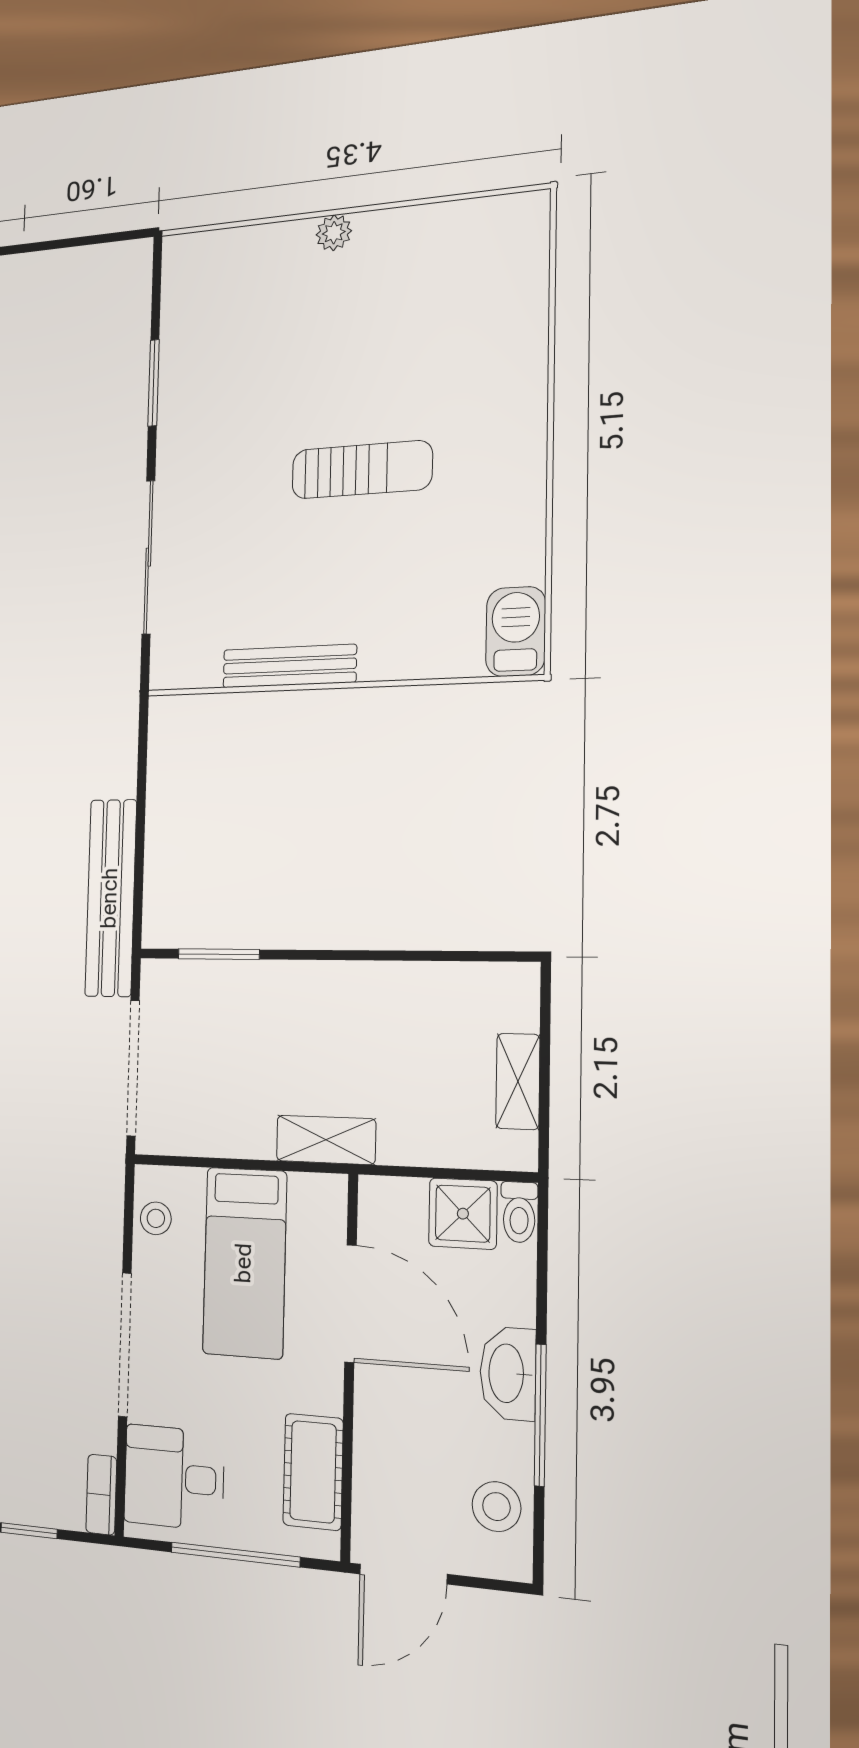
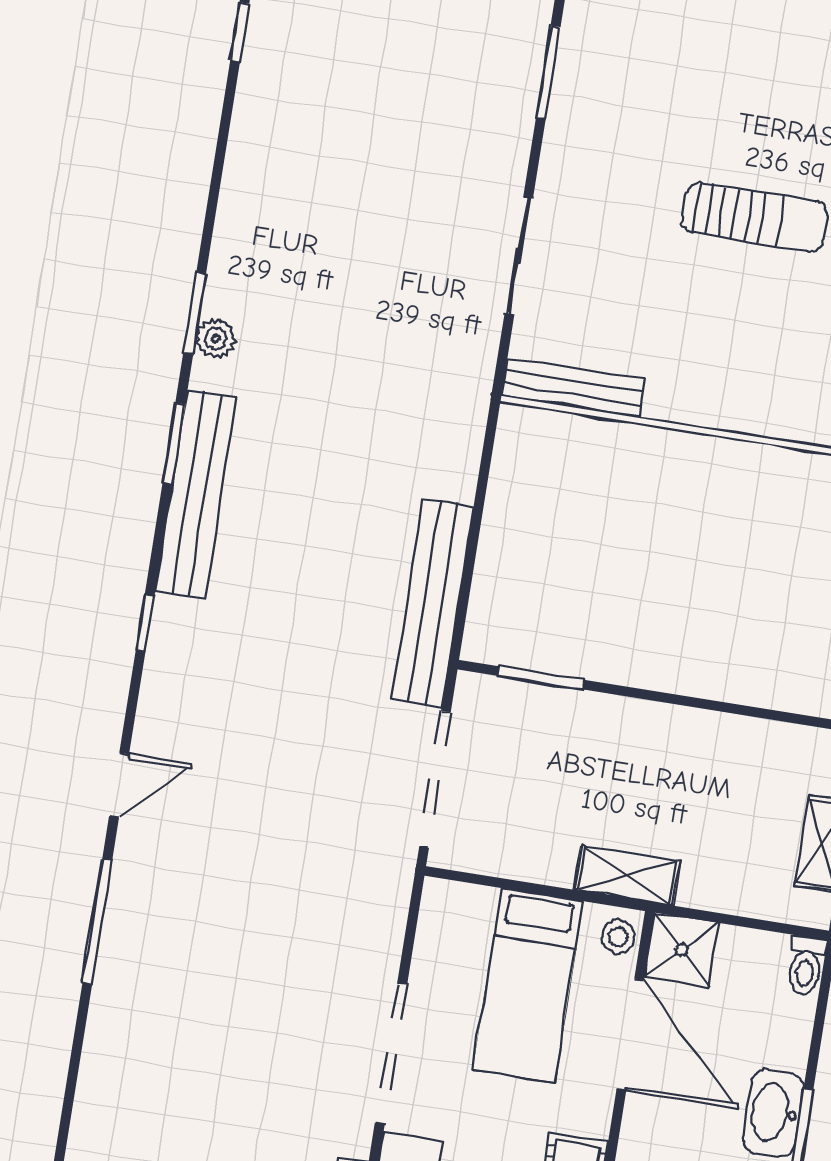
sliding door: (148, 557) -> (519, 256), width x0.73
bench: (289, 666) -> (573, 388), moved
shower: (463, 1214) -> (682, 950), moved
stool: (156, 1218) -> (618, 937), moved

